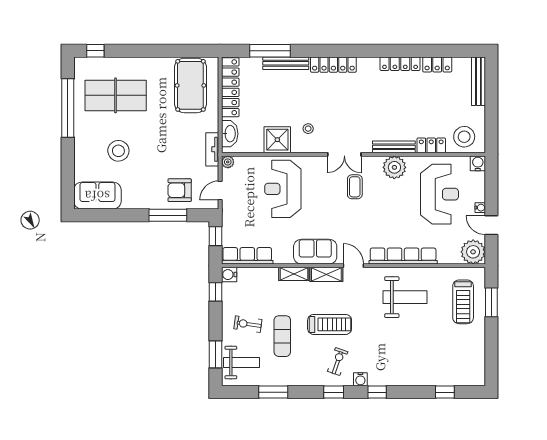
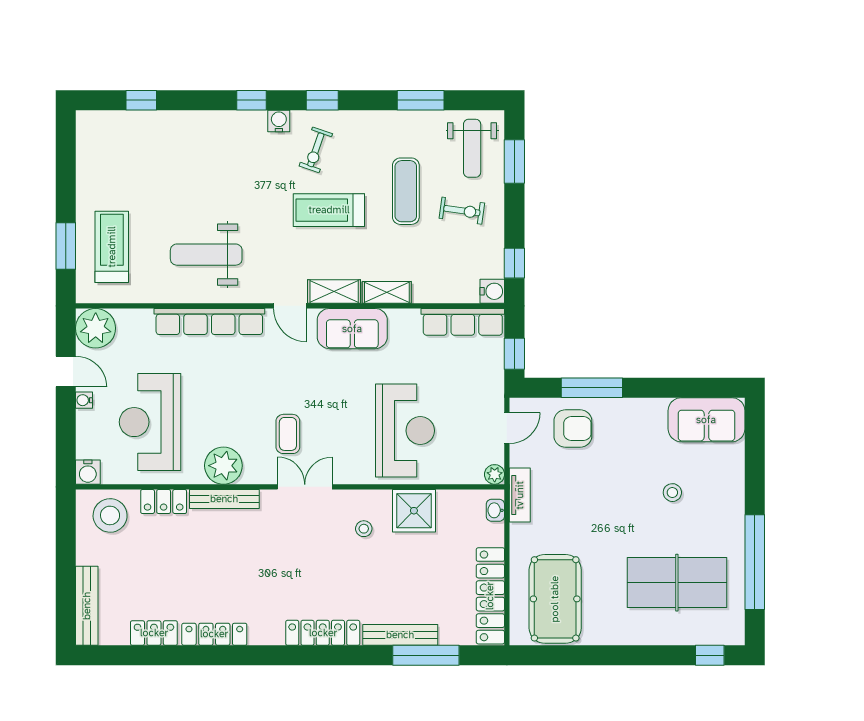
washbasin: (230, 134) -> (495, 510), width x0.52, depth x0.69
stool: (118, 151) -> (672, 493), width x0.53, depth x0.53
weight bench: (242, 362) -> (472, 148), turned -90

